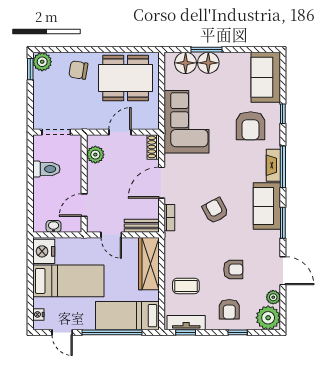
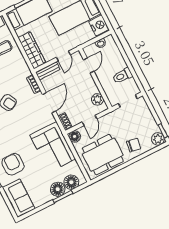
floor lamp: (151, 121) -> (75, 136), added
door: (111, 235) -> (63, 56), swing flipped

